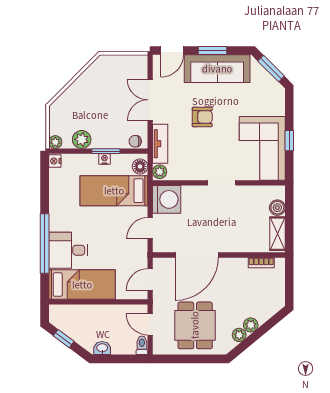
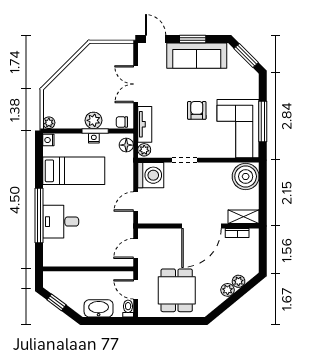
door: (172, 51) -> (156, 39), swing flipped
armchair: (202, 117) -> (197, 110), moved, turned -90
plant: (82, 139) -> (94, 120), moved
window: (289, 141) -> (263, 121), width x2.17
doorway: (222, 183) -> (185, 160), moved
bed: (114, 191) -> (74, 171), moved, turned 180
boiler: (277, 208) -> (246, 176), width x1.86, depth x1.86
shelving: (278, 234) -> (244, 217), moved, turned 90
door: (197, 255) -> (201, 226), moved
bed: (82, 285) -> (73, 253), removed
plant: (239, 335) -> (239, 281), moved
washbasin: (102, 348) -> (99, 308), width x1.91, depth x1.45

